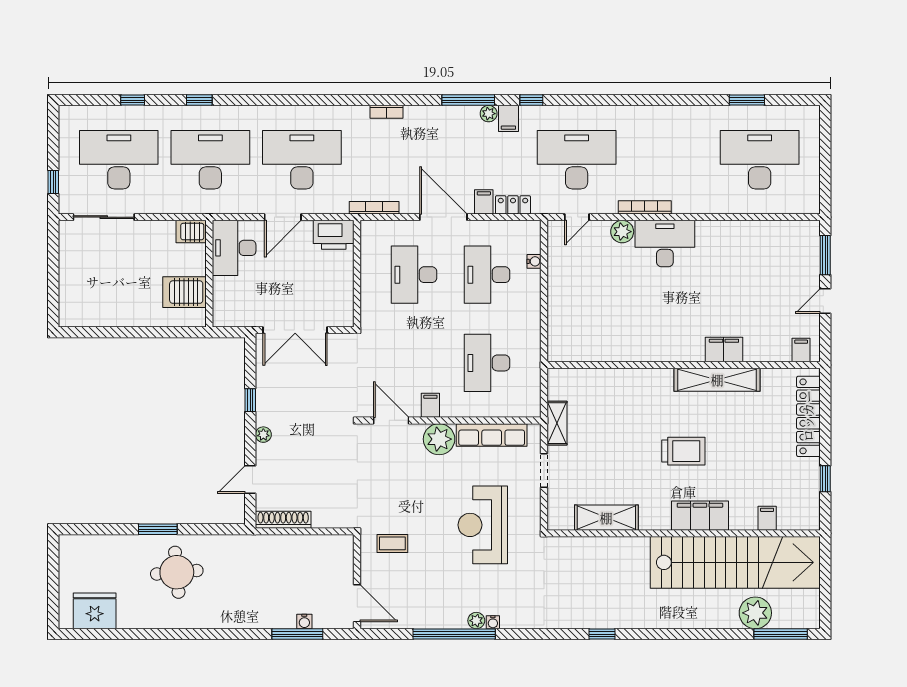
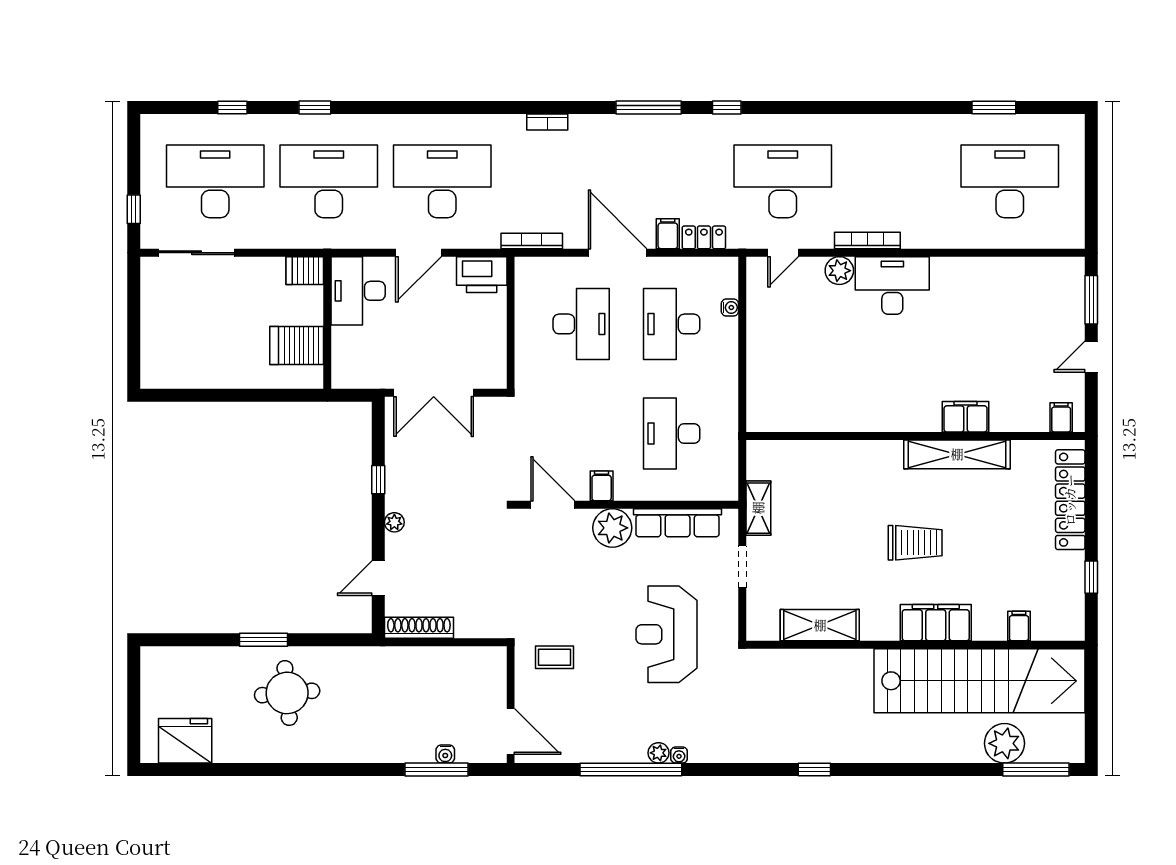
plant: (489, 114) -> (674, 124), removed
filing cabinet: (508, 118) -> (698, 130), removed
desk: (414, 275) -> (581, 324), turned 180

